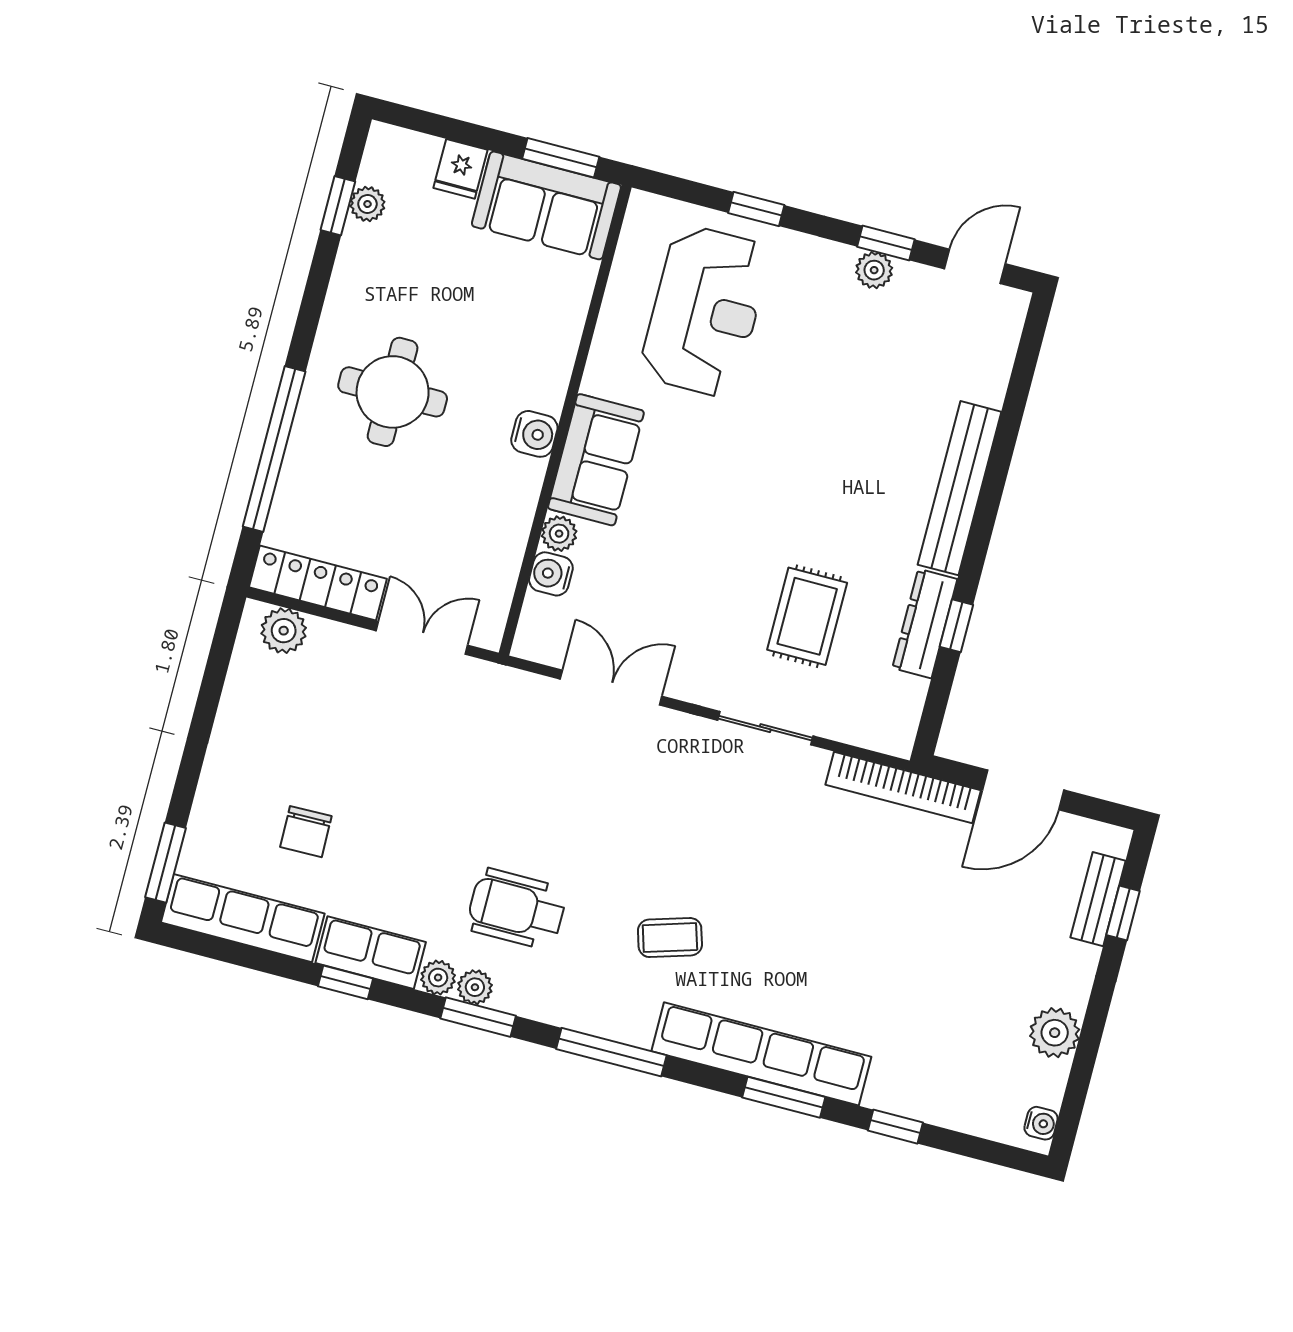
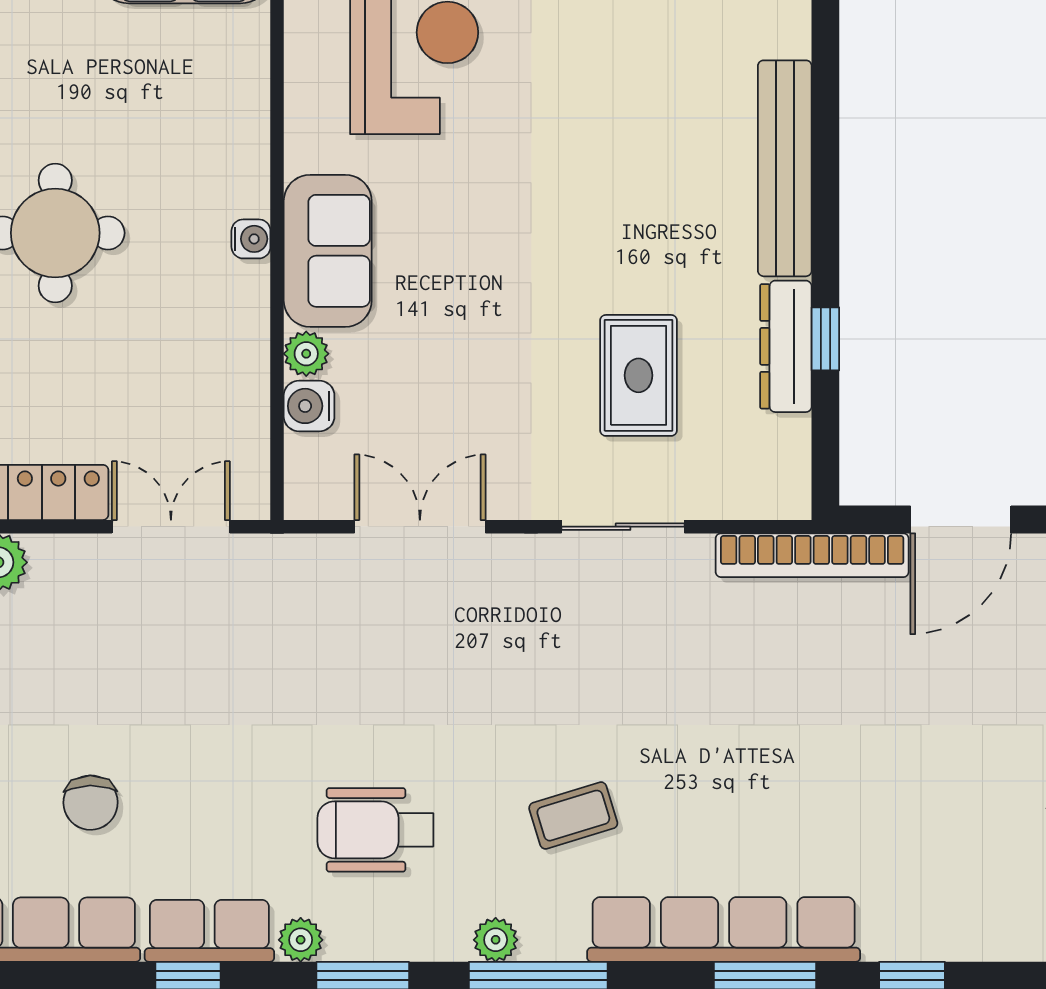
water cooler: (534, 434) -> (251, 239), width x0.72, depth x0.72
plant: (475, 987) -> (496, 940), moved

